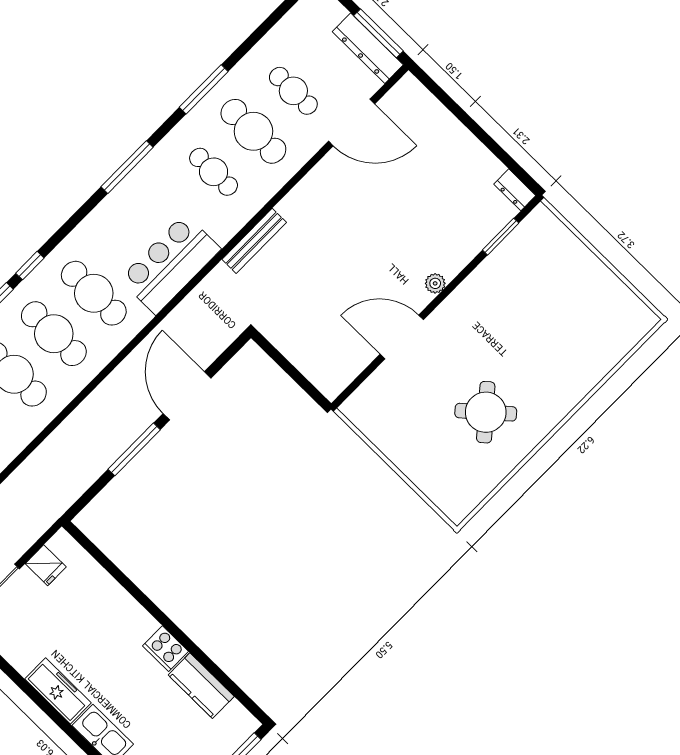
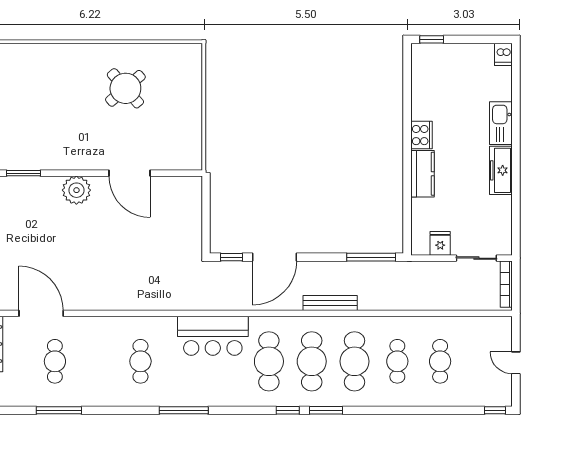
window: (204, 89) -> (59, 410), moved
cafe table: (253, 131) -> (98, 361), removed
bench: (254, 241) -> (330, 303), moved
plant: (435, 283) -> (76, 190), width x1.88, depth x1.88
window: (227, 355) -> (232, 257), added
window: (134, 449) -> (371, 257), moved
kitchen counter: (201, 686) -> (422, 174), moved

